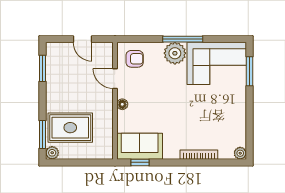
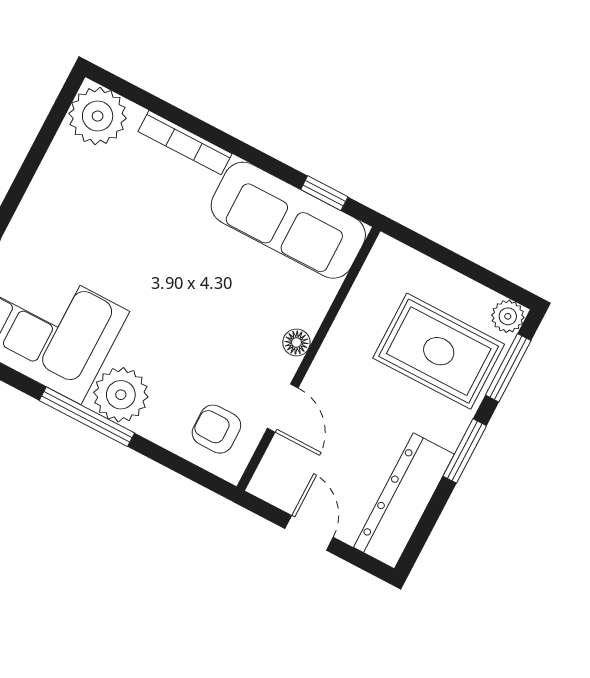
window: (42, 68) -> (465, 451), moved
dresser: (55, 68) -> (404, 501), added
sofa: (140, 146) -> (288, 220), width x1.36
plant: (240, 153) -> (98, 116), width x1.88, depth x1.88

